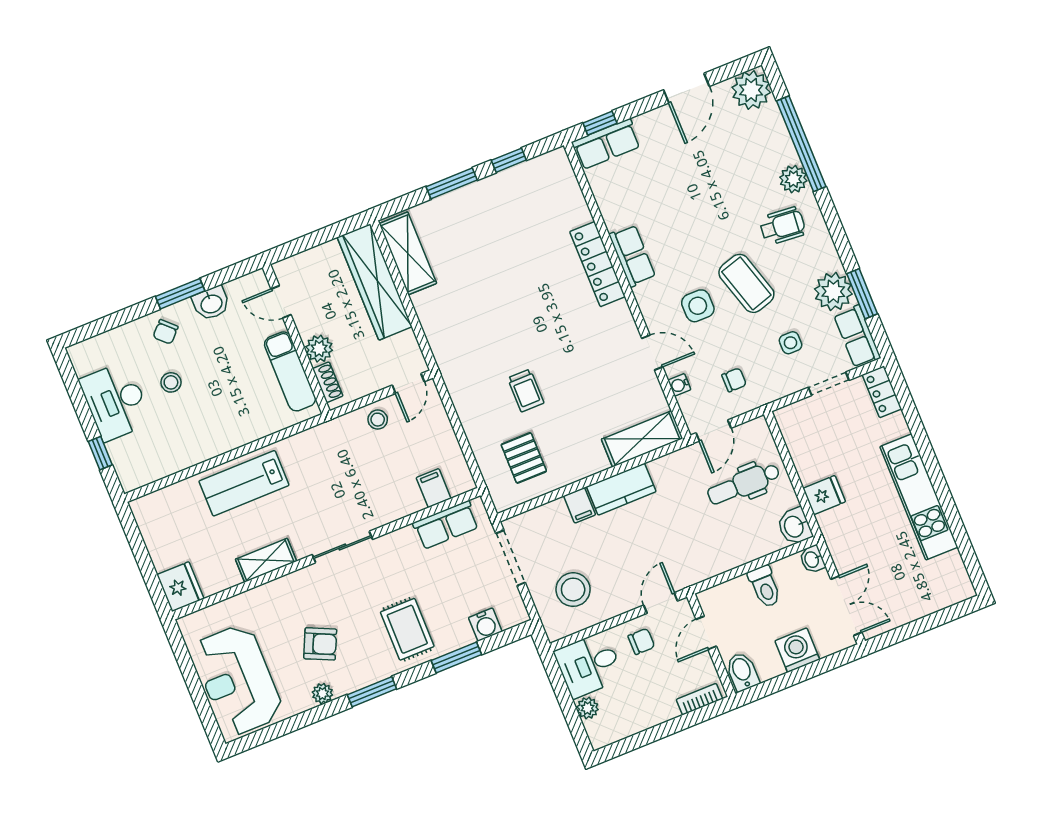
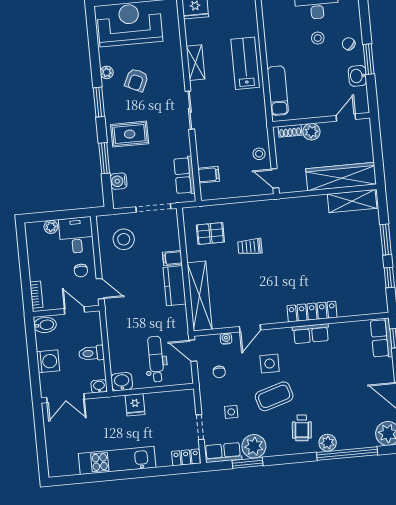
exam couch: (290, 371) -> (278, 91), moved, turned 90
shelving: (642, 439) -> (200, 296), width x1.47

